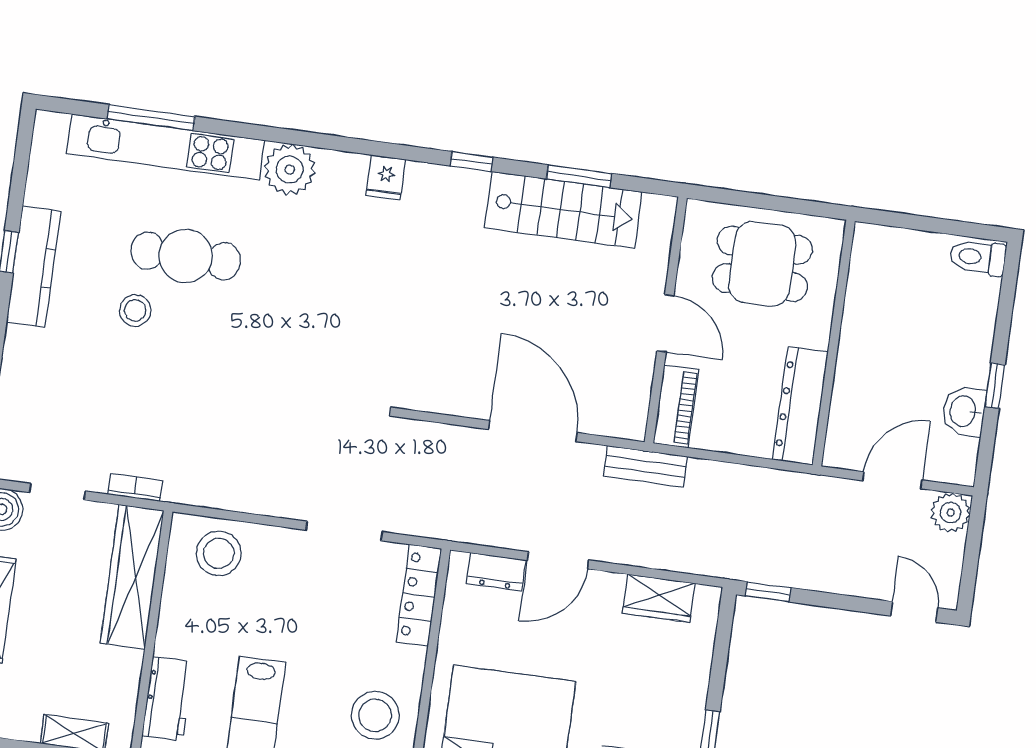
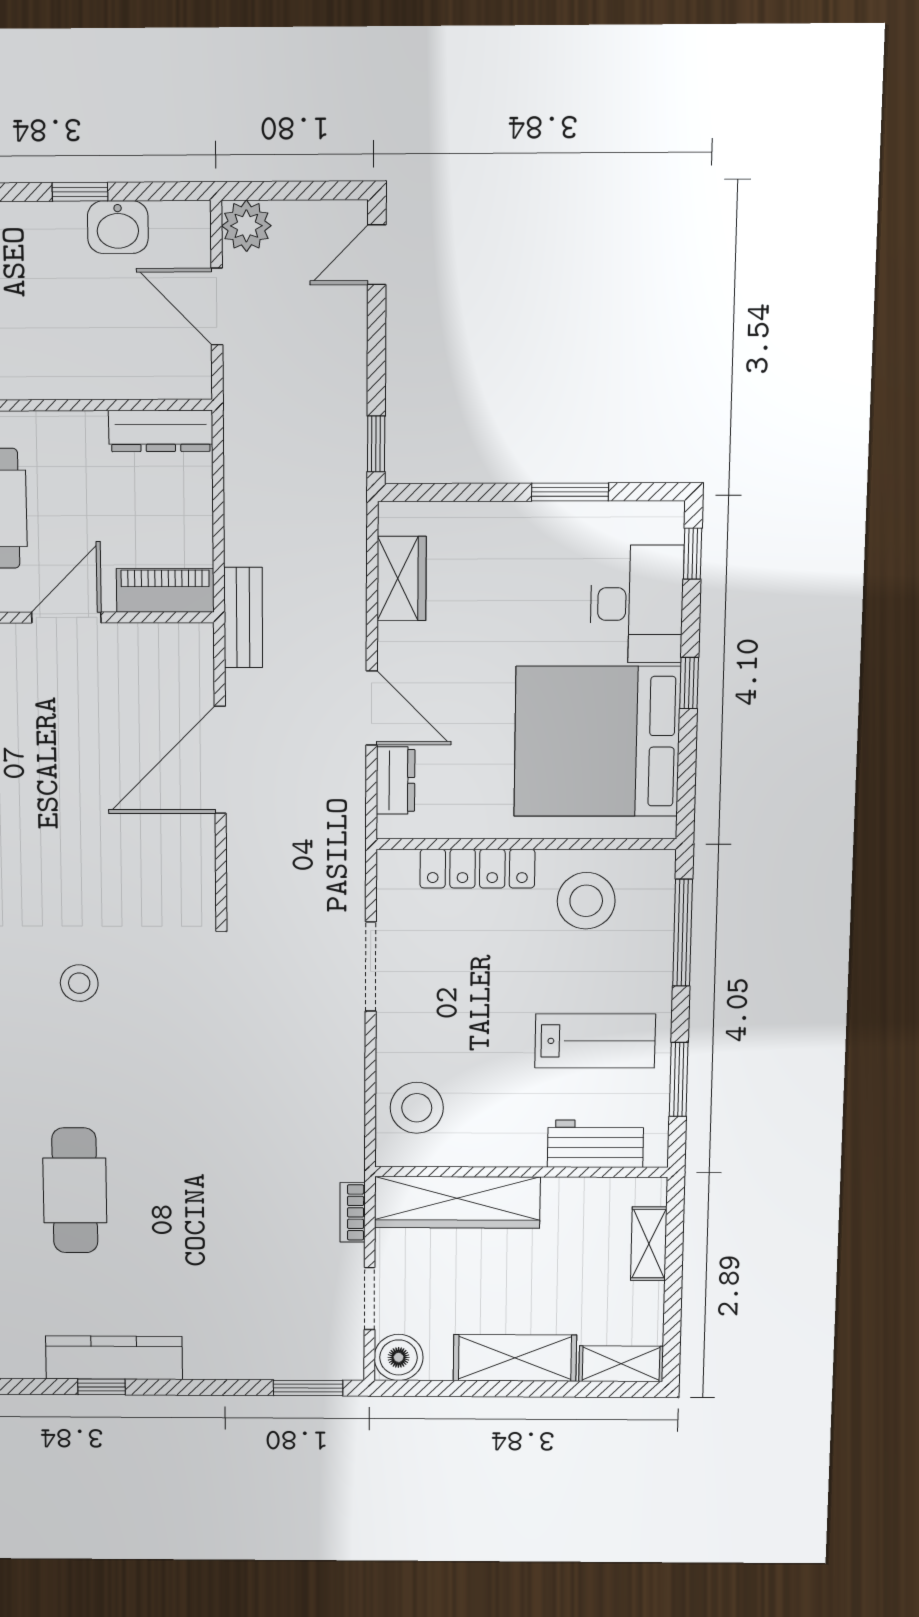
stool: (135, 310) -> (79, 983), moved
dresser: (800, 406) -> (161, 431), width x0.73, depth x0.80
locker: (419, 595) -> (477, 869), moved

